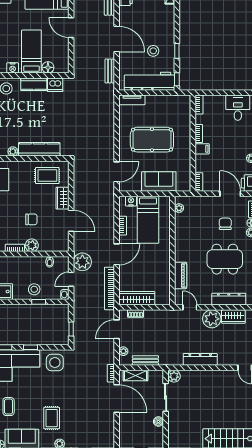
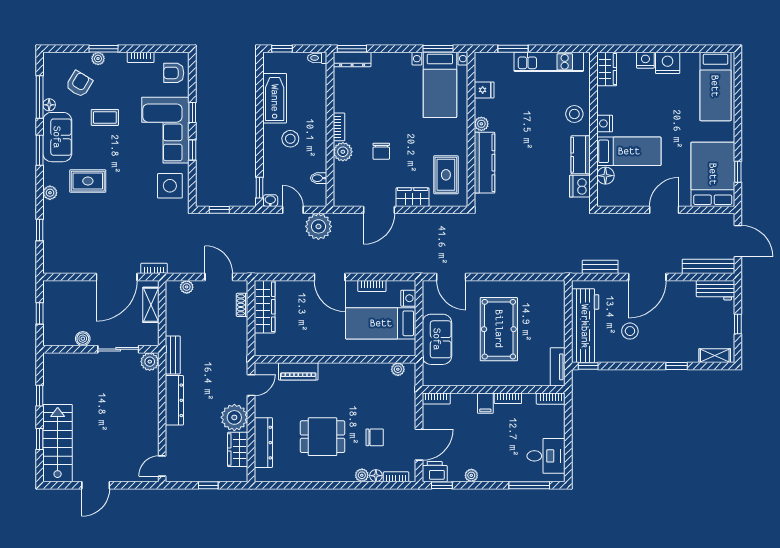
window: (177, 51) -> (677, 366), moved
tv unit: (132, 100) -> (558, 367), moved
dining table: (225, 259) -> (322, 437), width x0.73
bookcase: (109, 288) -> (279, 266), removed
stool: (34, 289) -> (290, 139), moved
window: (39, 302) -> (259, 188), moved
bench: (145, 361) -> (173, 355), moved

